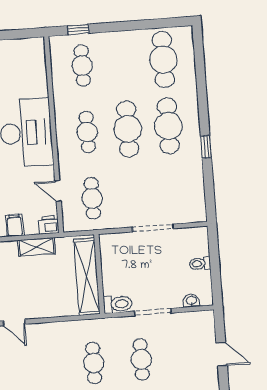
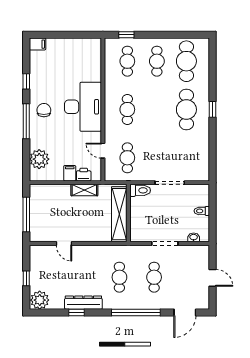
cafe table: (128, 129) -> (157, 61), moved, width x0.73, depth x0.74
window: (206, 147) -> (213, 109), moved
printer: (49, 225) -> (84, 175), moved
toilet: (118, 304) -> (140, 190), moved

